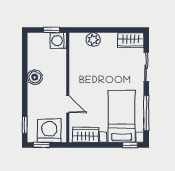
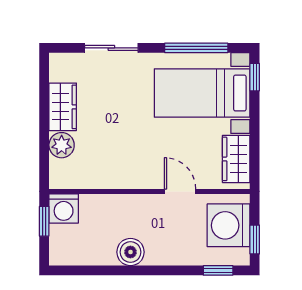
wardrobe: (131, 40) -> (63, 107), moved
door: (68, 104) -> (180, 191), hinge flipped

